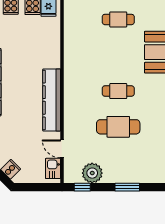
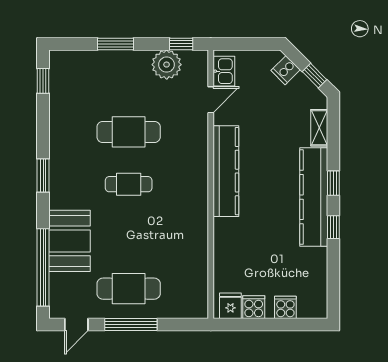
cafe table: (118, 19) -> (129, 289), width x1.37, depth x1.35
door: (62, 149) -> (211, 100), hinge flipped

